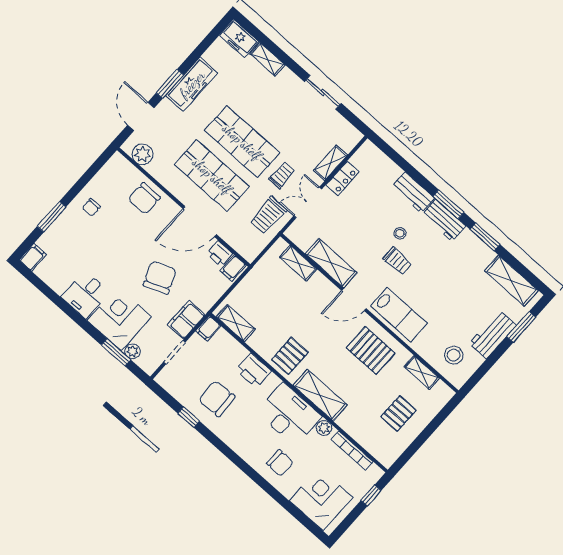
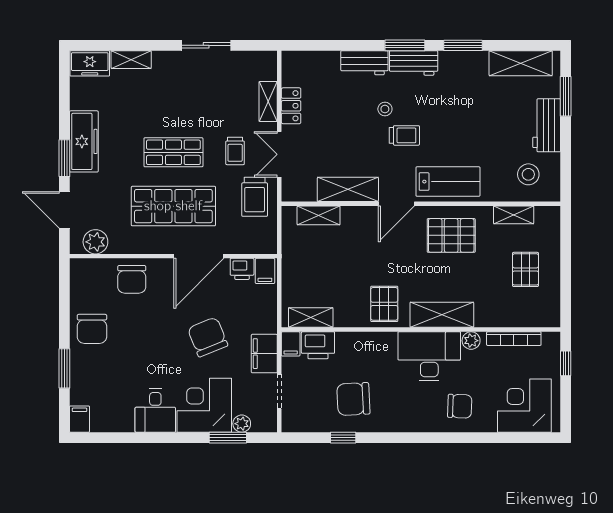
shop shelf: (242, 142) -> (173, 152), width x0.70, depth x0.74
trolley: (282, 175) -> (235, 151), turned 180
chair: (91, 207) -> (92, 329), width x1.87, depth x1.87
printer: (254, 371) -> (318, 345), moved

